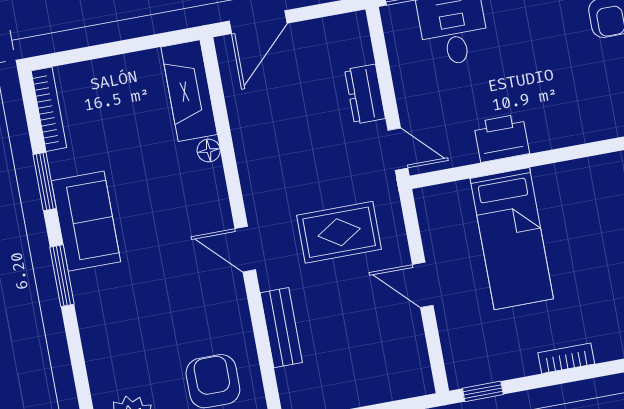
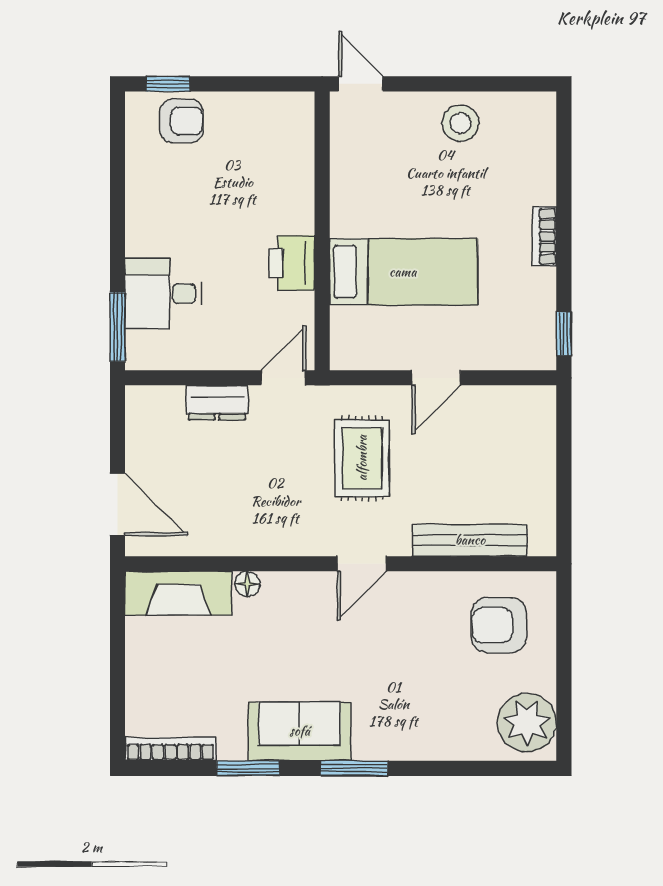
bench: (281, 328) -> (470, 540), width x1.36

